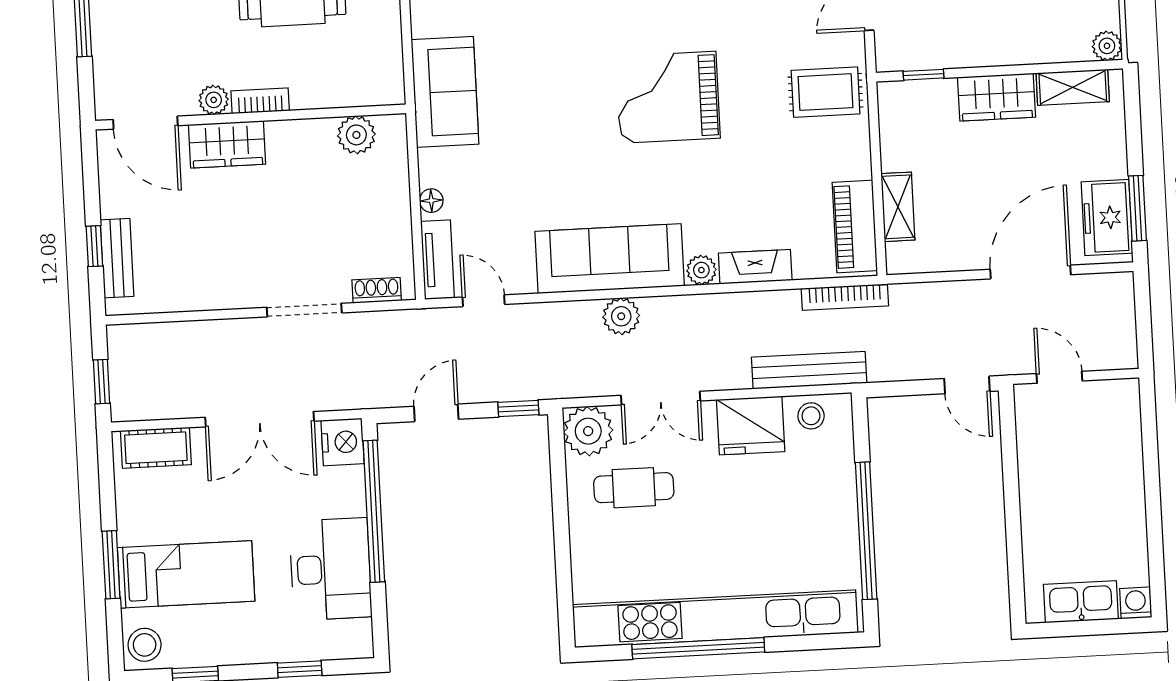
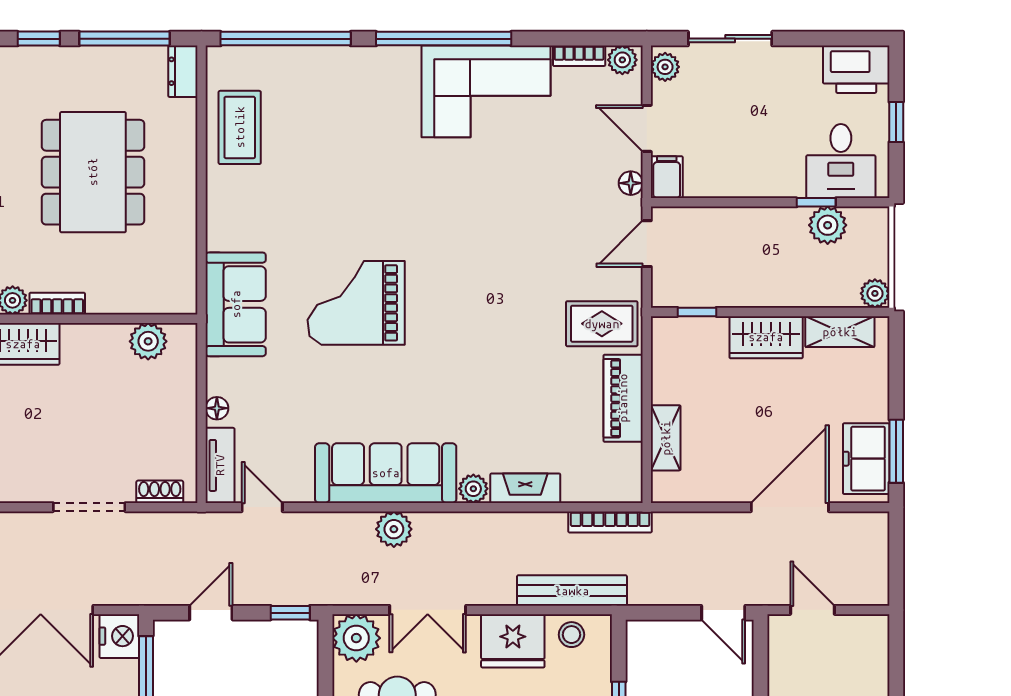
grand piano: (668, 97) -> (356, 303), moved
piano: (855, 227) -> (623, 398), moved

